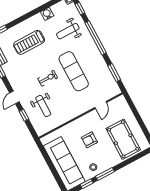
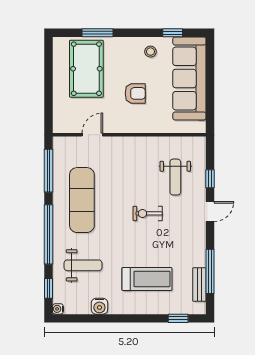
exercise mat: (74, 71) -> (82, 200), moved
window: (114, 73) -> (48, 171), width x1.44
weight bench: (43, 106) -> (175, 177), turned 180
window: (105, 174) -> (97, 33), moved

